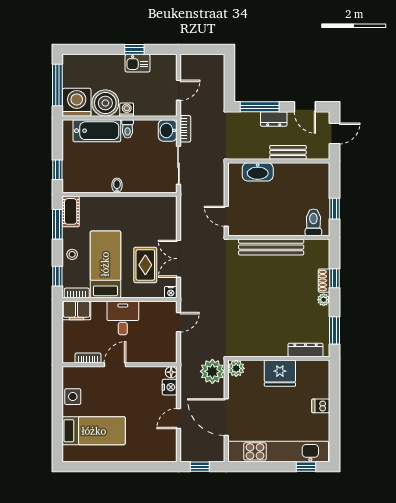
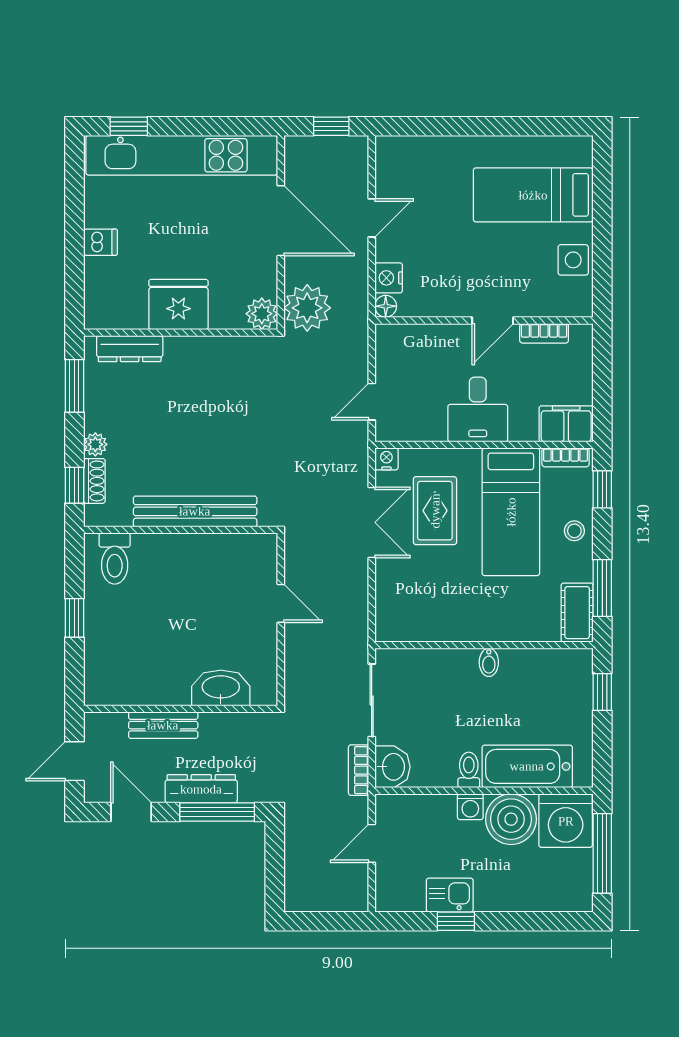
dresser: (274, 119) -> (201, 789), width x1.44
toilet: (313, 222) -> (115, 558), moved
wall: (279, 237) -> (181, 530), moved
bench: (271, 247) -> (195, 511), moved

